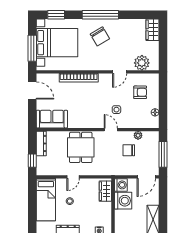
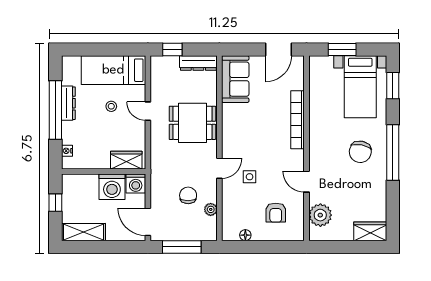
chair: (100, 36) -> (360, 152), turned -48
bed with nightstands: (57, 43) -> (360, 87), width x0.73
window: (32, 48) -> (342, 49), width x0.69

